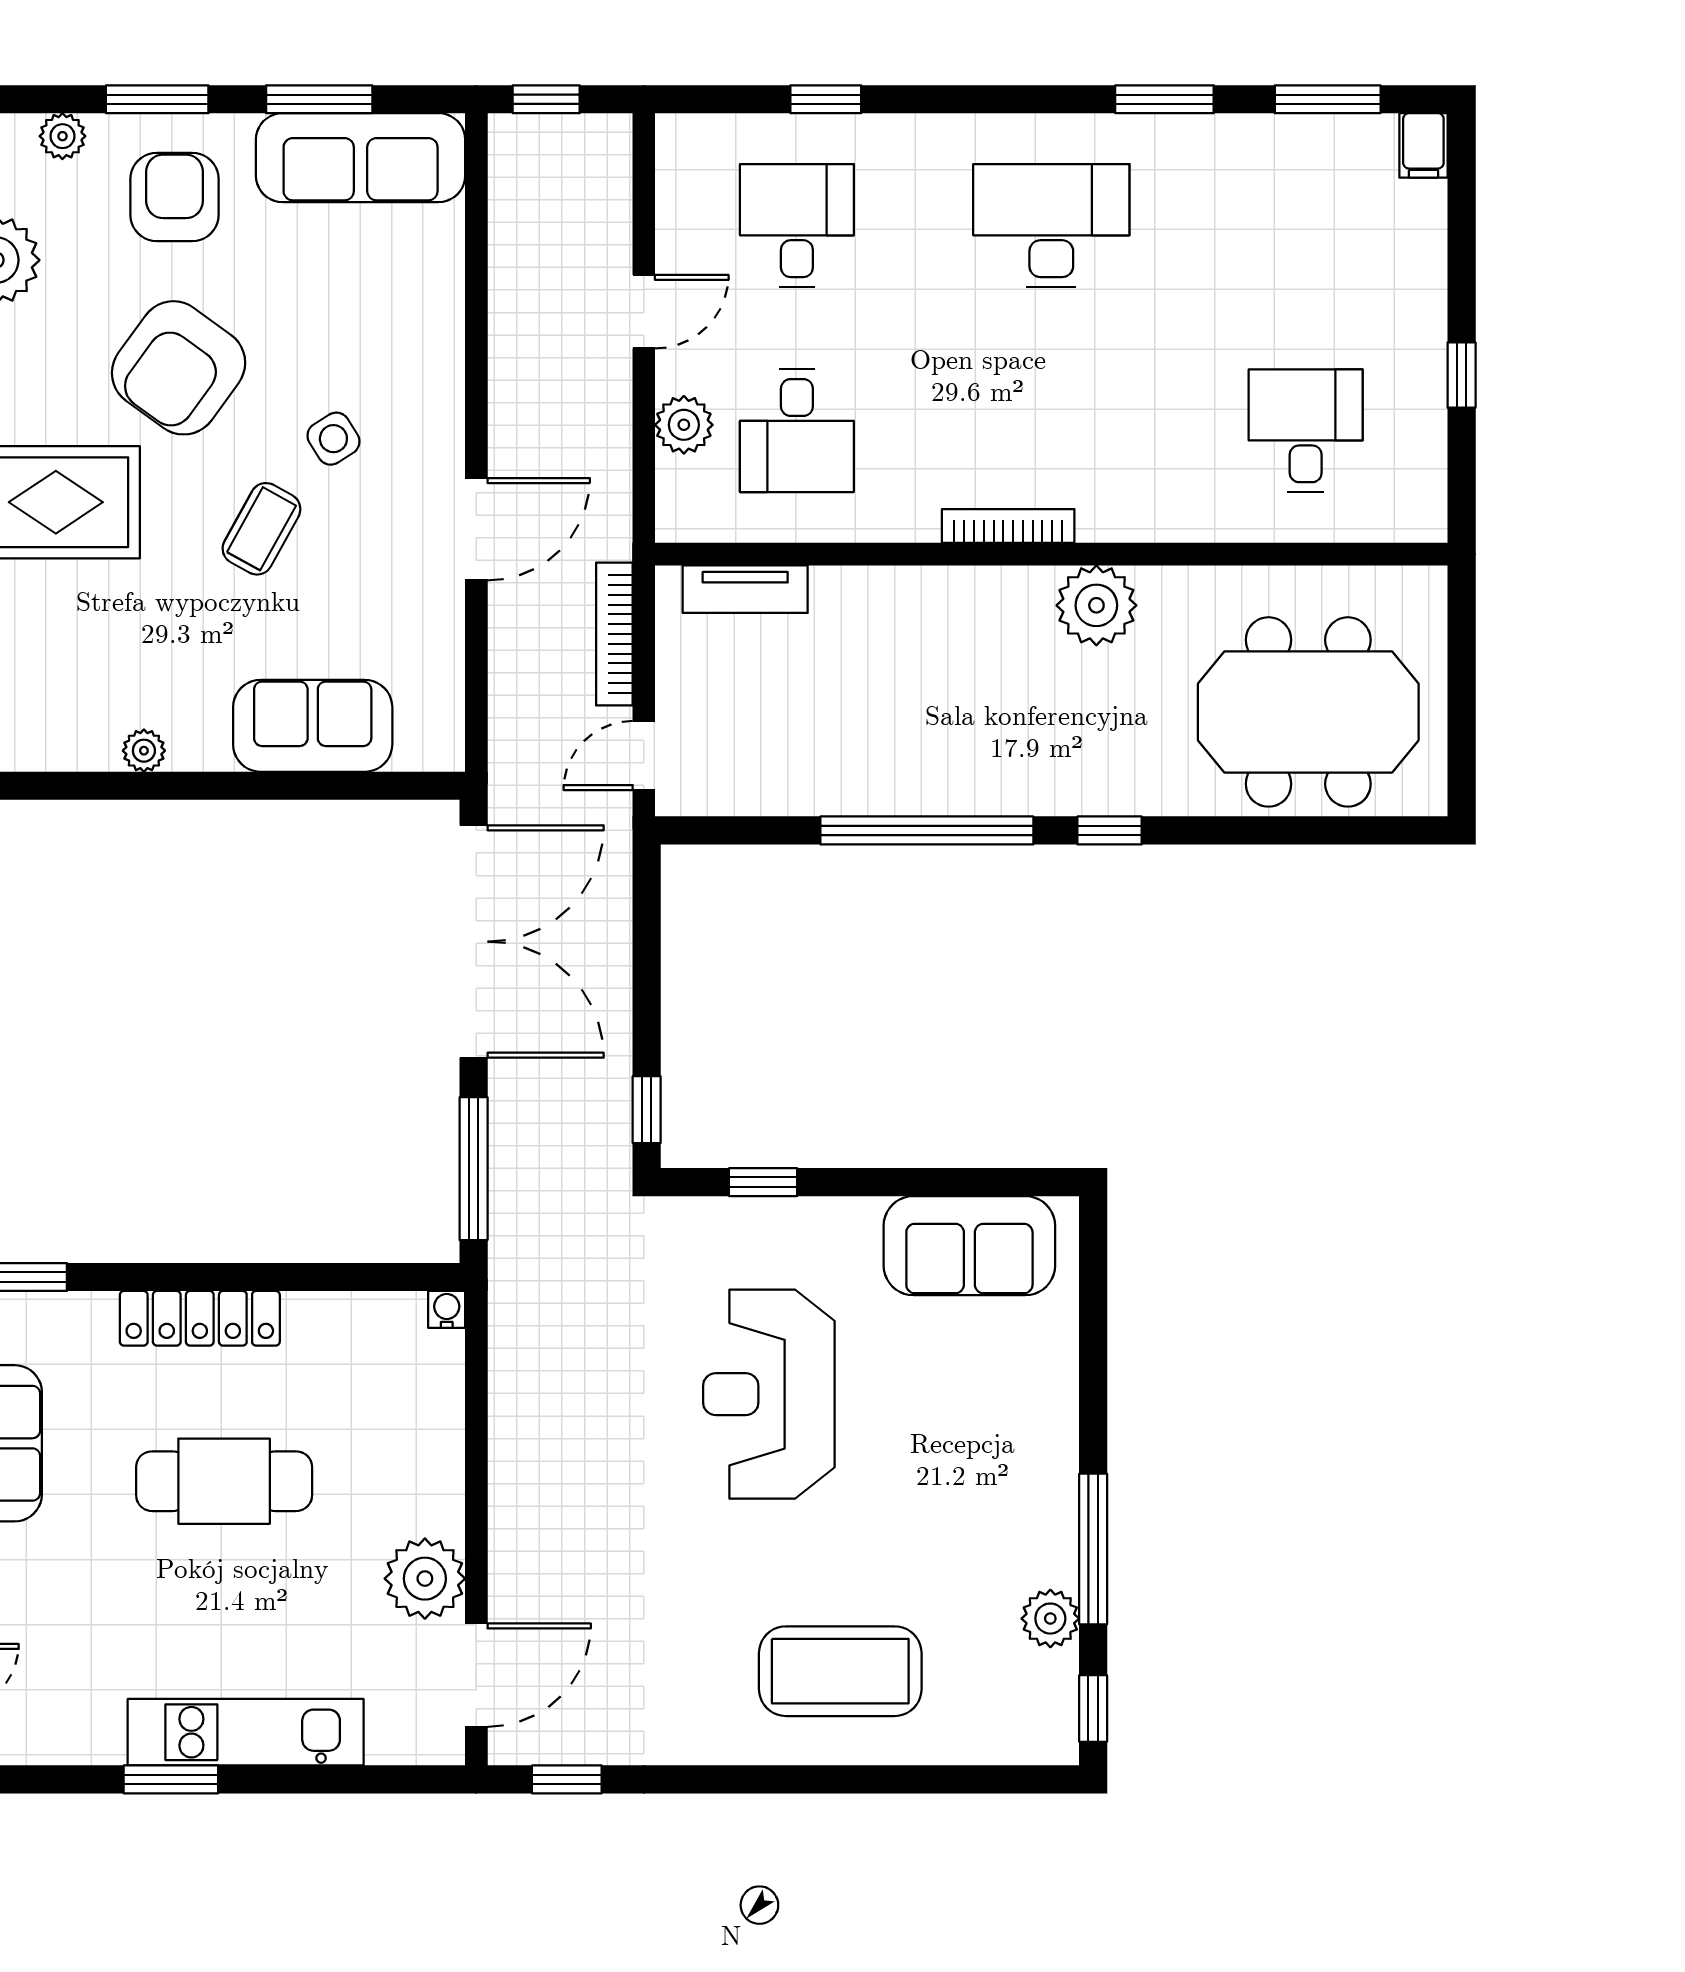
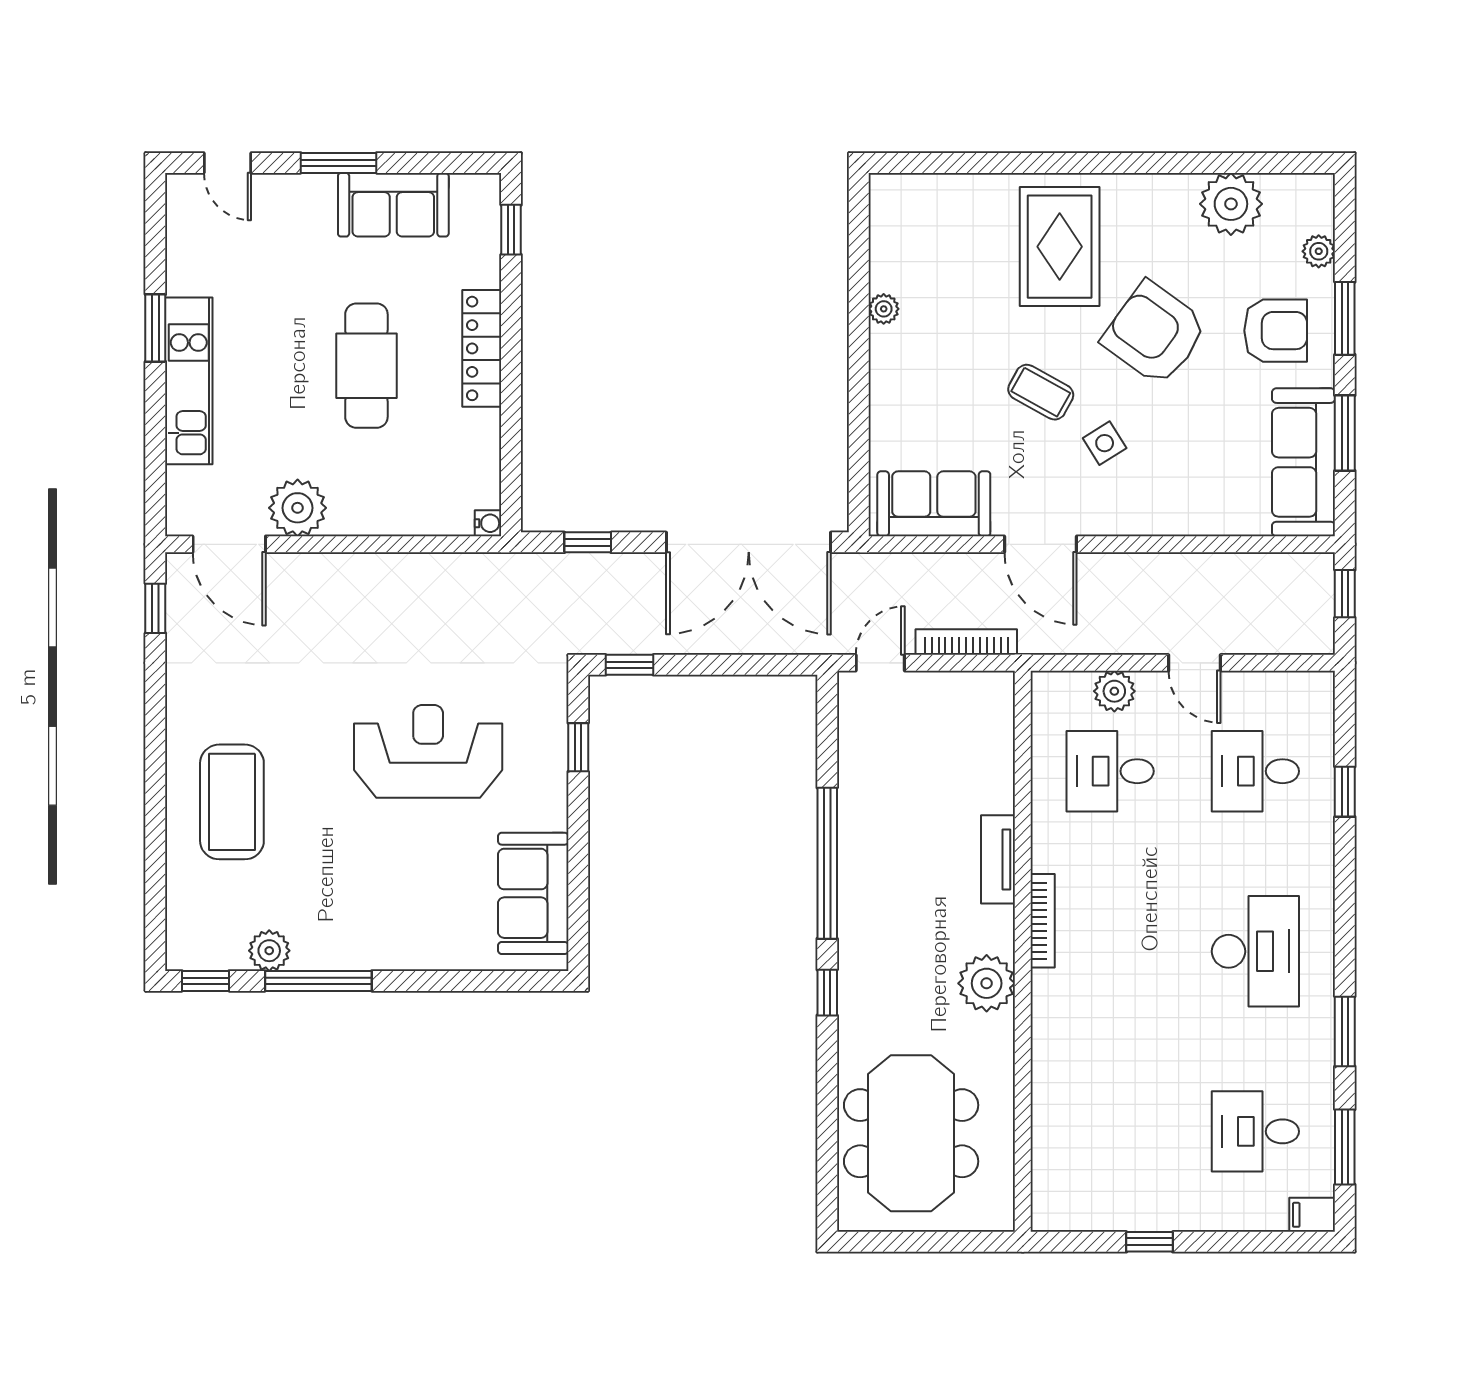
desk: (797, 225) -> (1255, 771), turned 180
desk: (1306, 431) -> (1255, 1131), moved, turned 180
tv unit: (745, 589) -> (998, 859), moved
sofa: (313, 726) -> (934, 504), moved, turned -90
door: (644, 756) -> (880, 663), hinge flipped
window: (474, 1169) -> (588, 542), width x0.46

